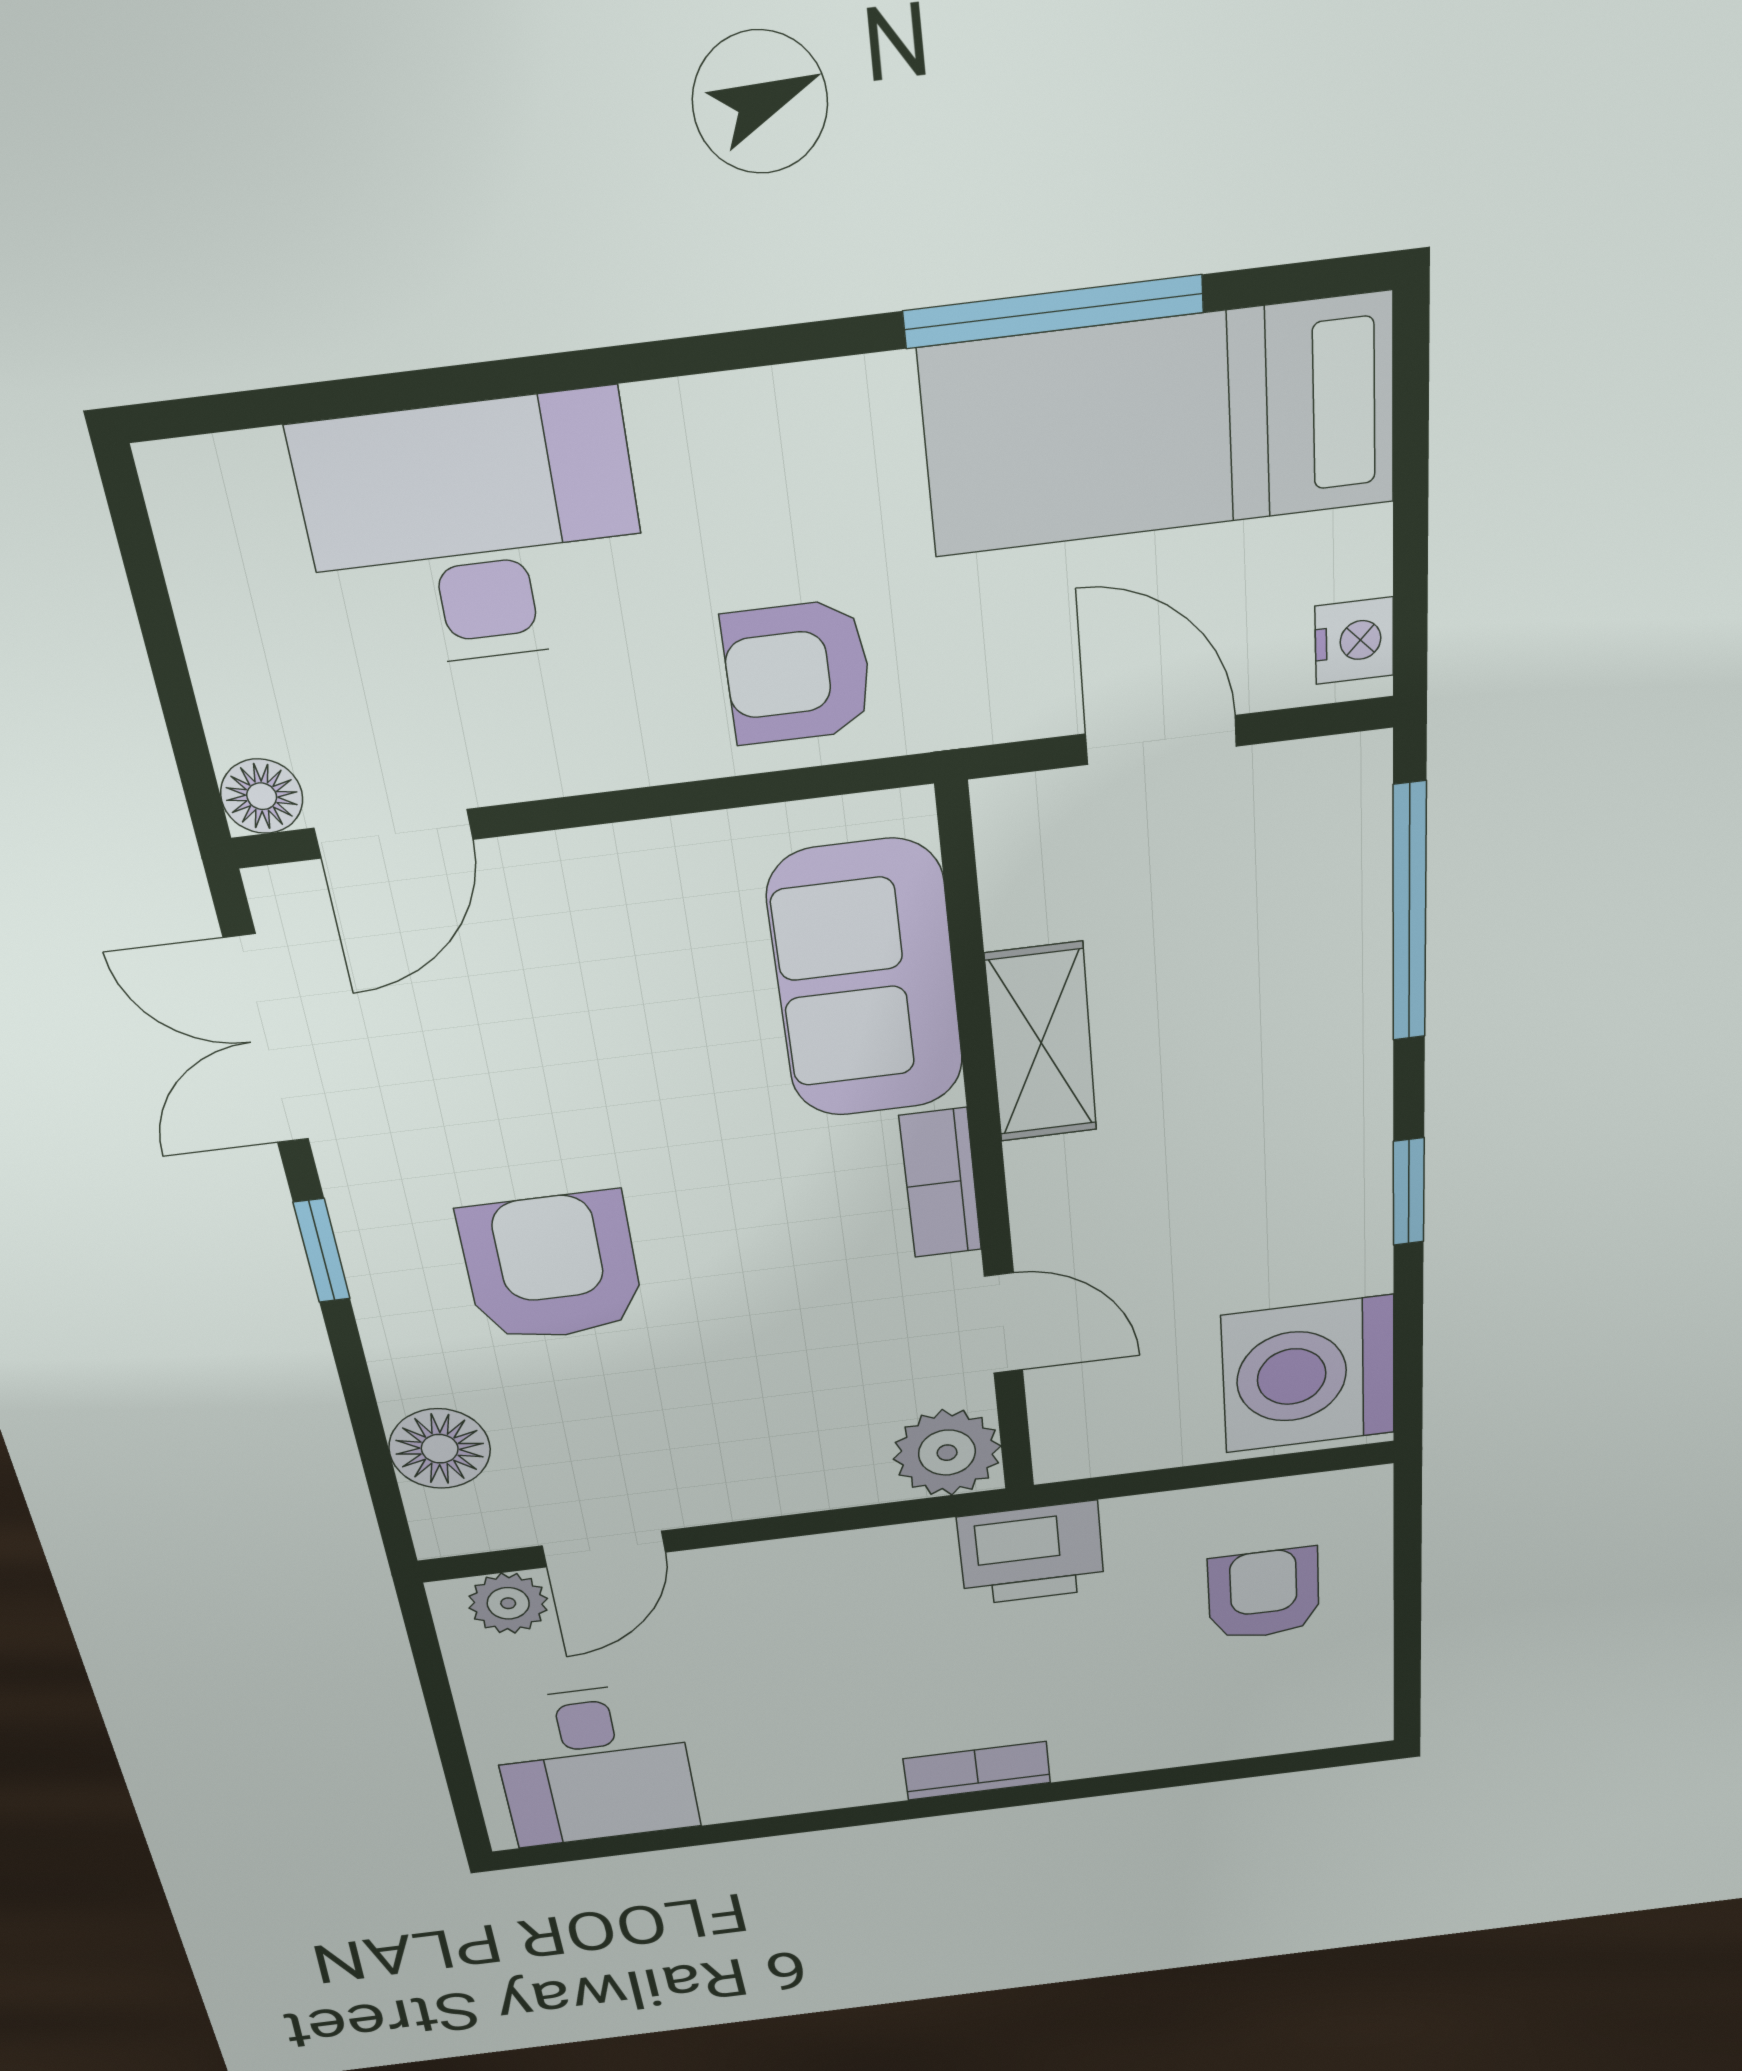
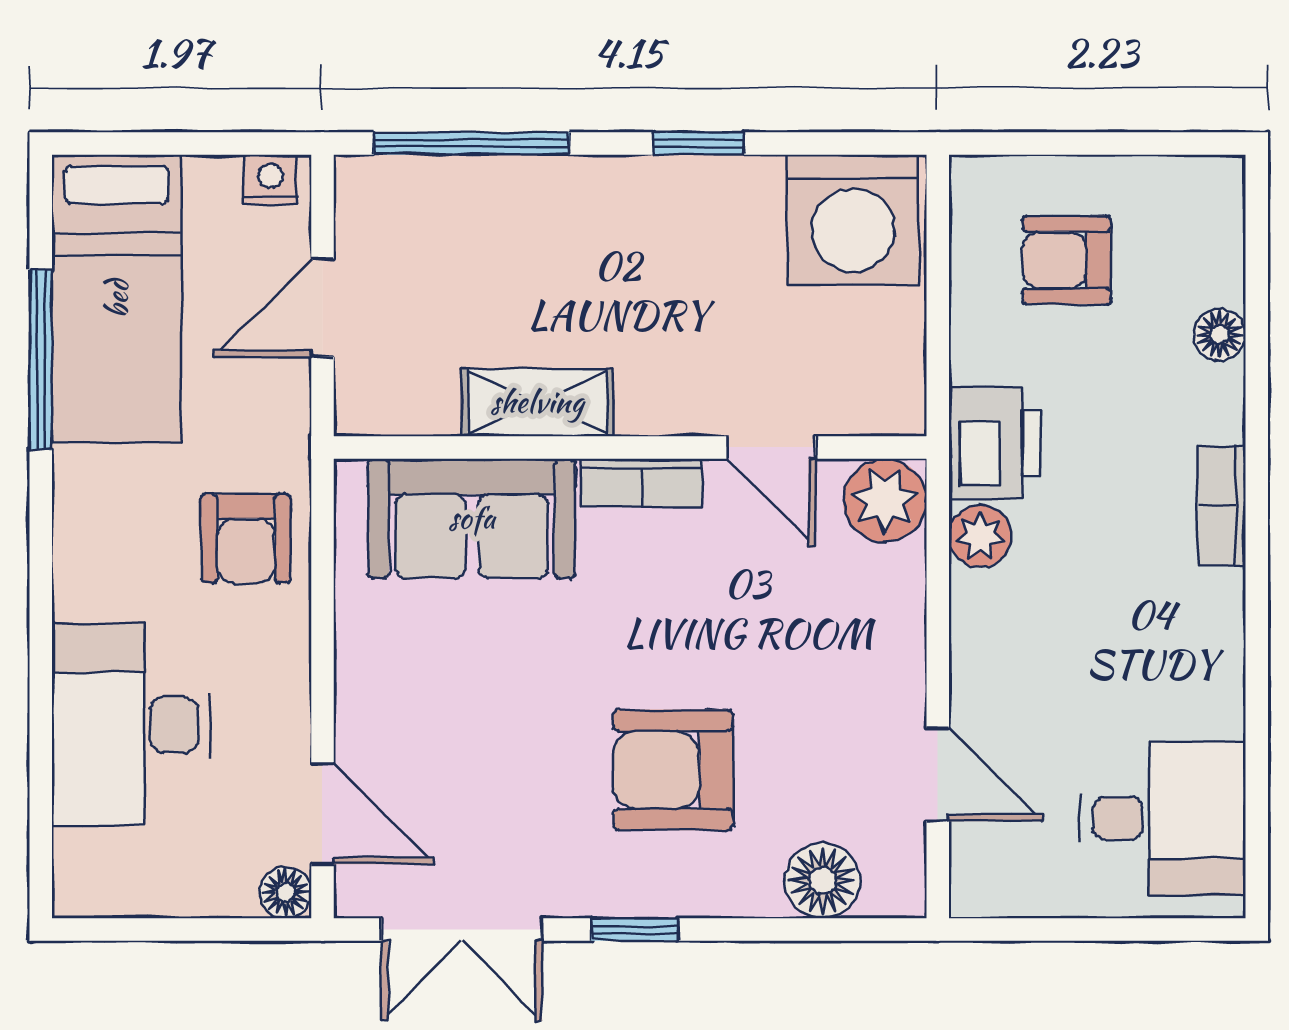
door: (1004, 1323) -> (771, 447), swing flipped
plant: (508, 1603) -> (980, 536), moved
floor lamp: (1180, 1744) -> (1219, 334), added

